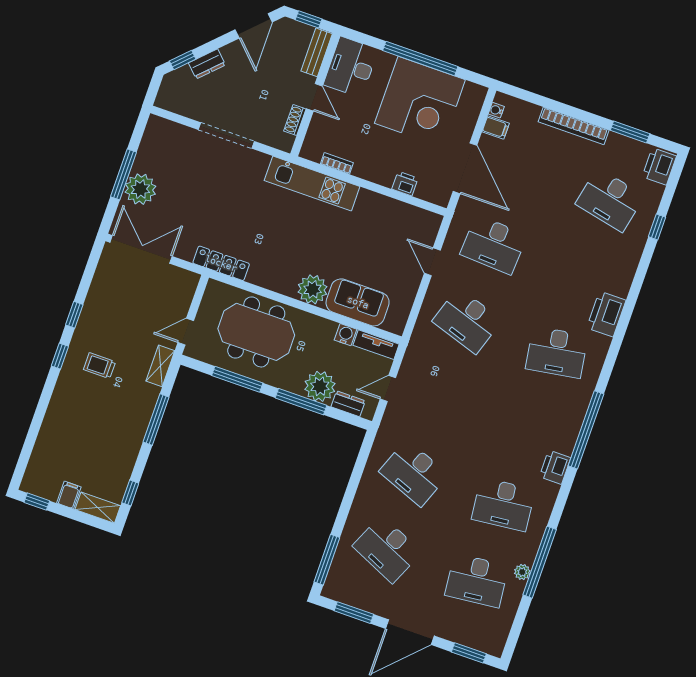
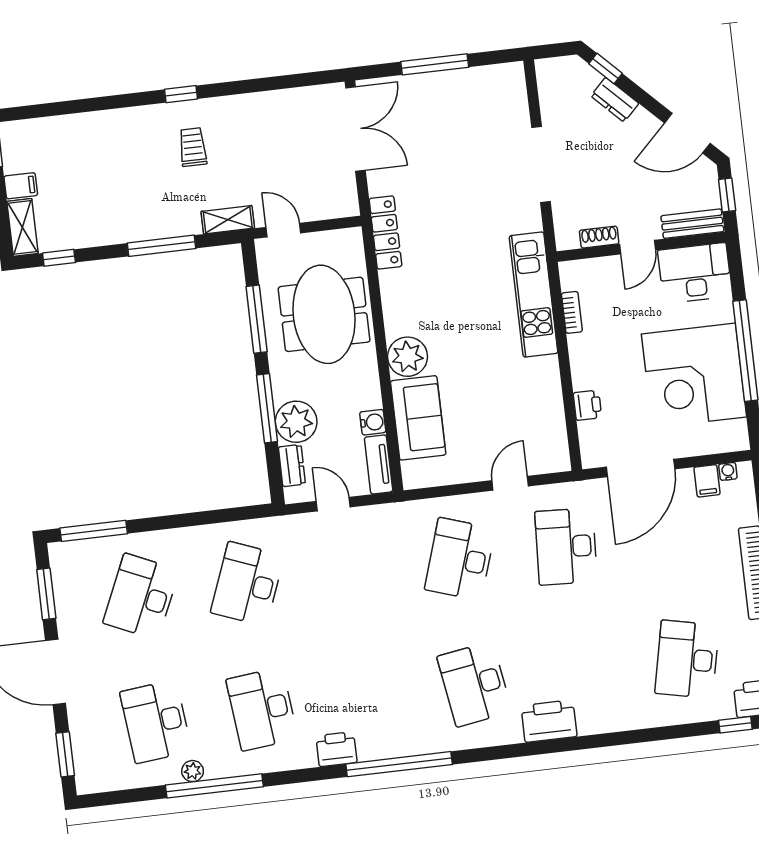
plant: (140, 189) -> (427, 93), removed
window: (657, 227) -> (735, 725), moved
window: (74, 315) -> (239, 87), removed

